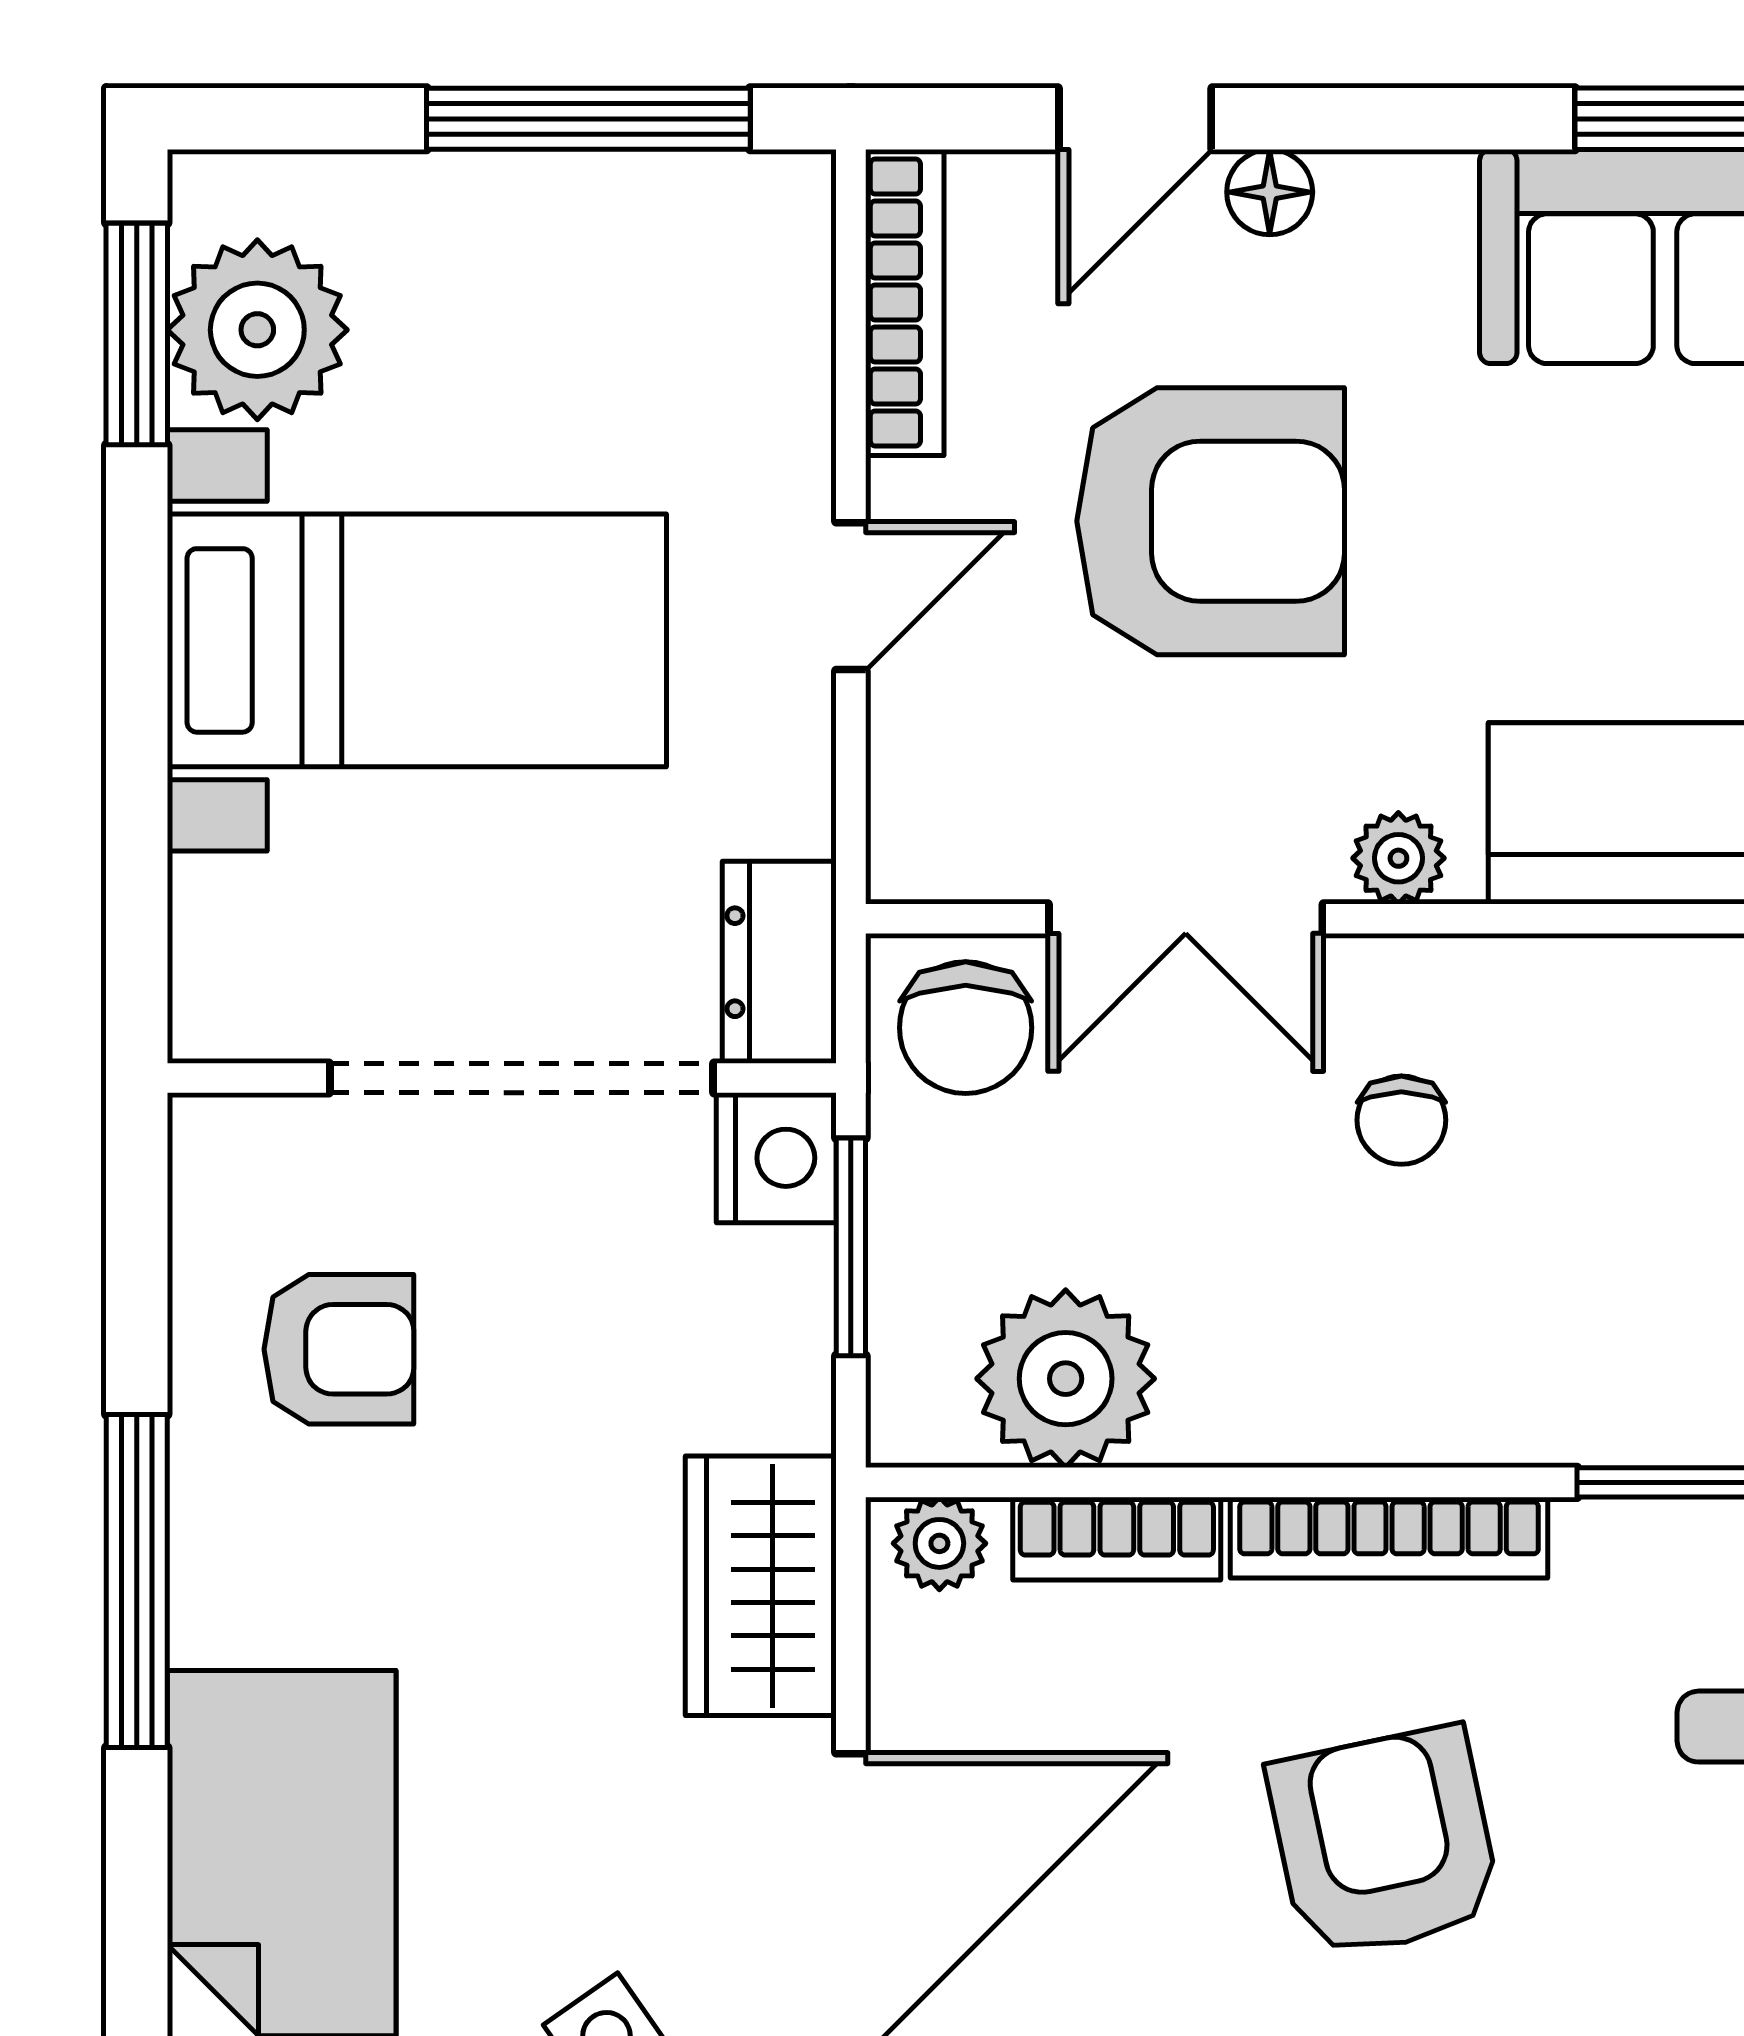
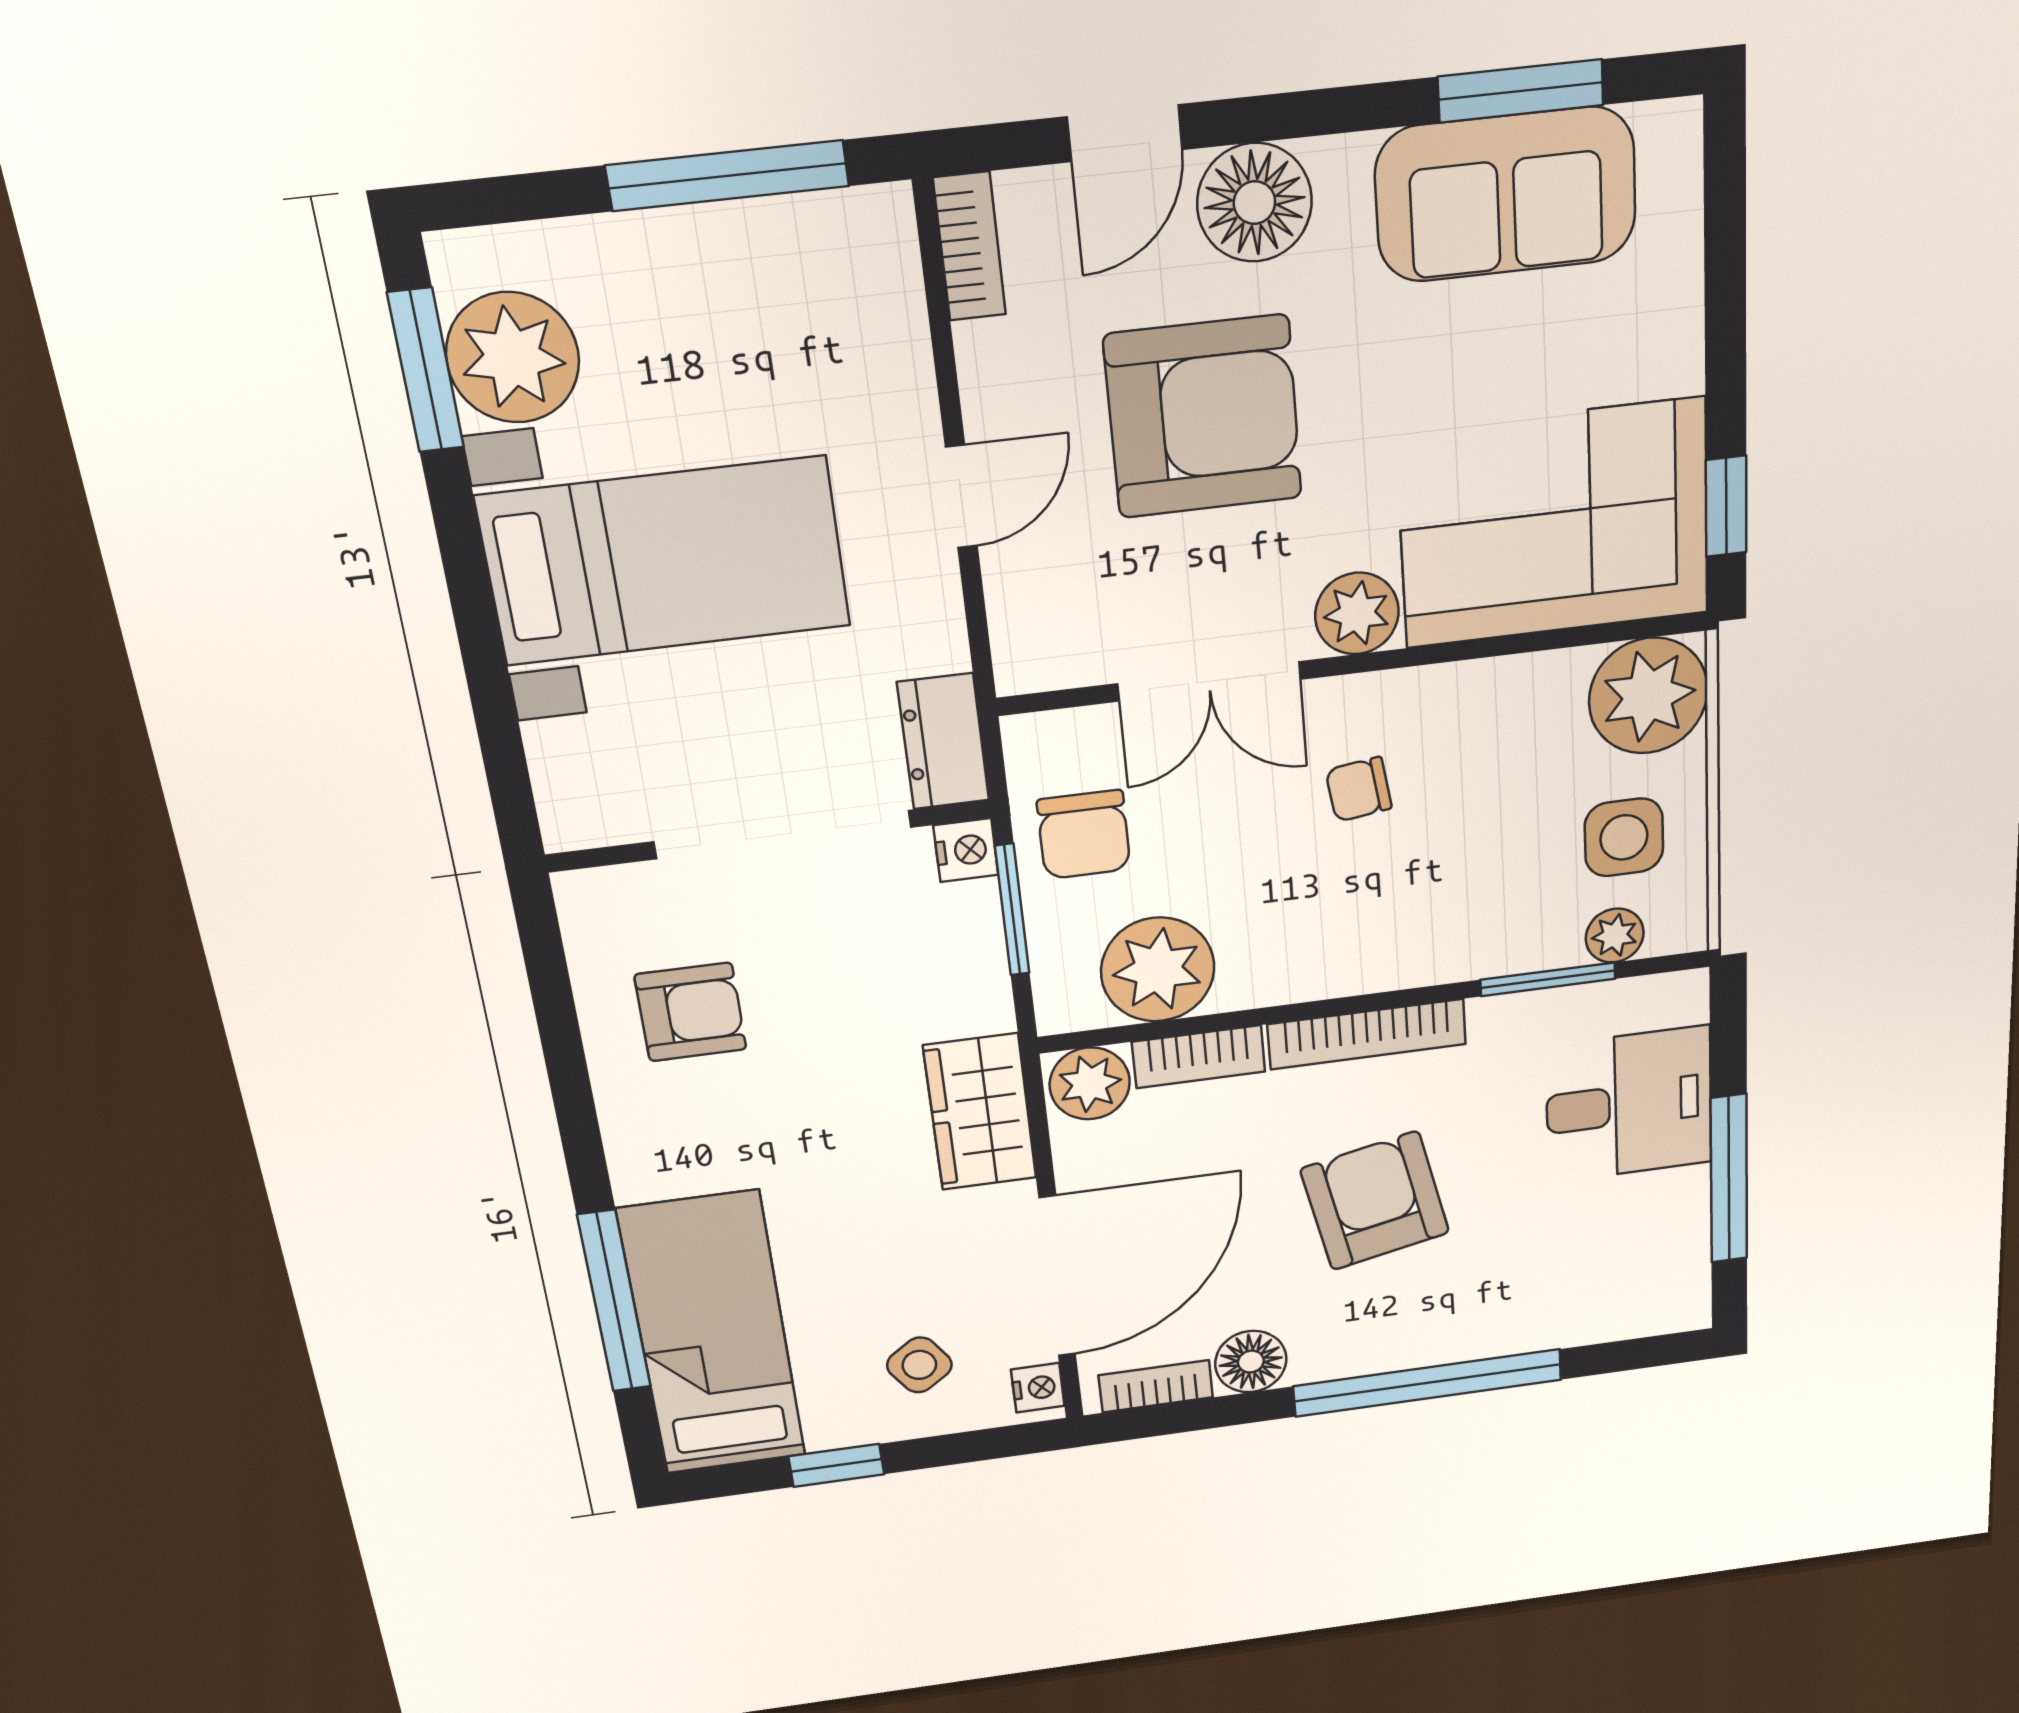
floor lamp: (1270, 192) -> (1254, 203), width x1.89, depth x1.89
bookcase: (905, 302) -> (970, 246), width x0.64
plant: (1398, 858) -> (1357, 614), width x1.38, depth x1.38
chair: (966, 1028) -> (1084, 835), moved
chair: (1401, 1120) -> (1359, 789), turned 82
nightstand: (776, 1158) -> (966, 850), width x0.72, depth x0.74
plant: (939, 1543) -> (1090, 1084), width x1.38, depth x1.38
window: (137, 1581) -> (614, 1302), moved

